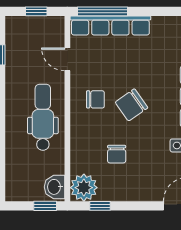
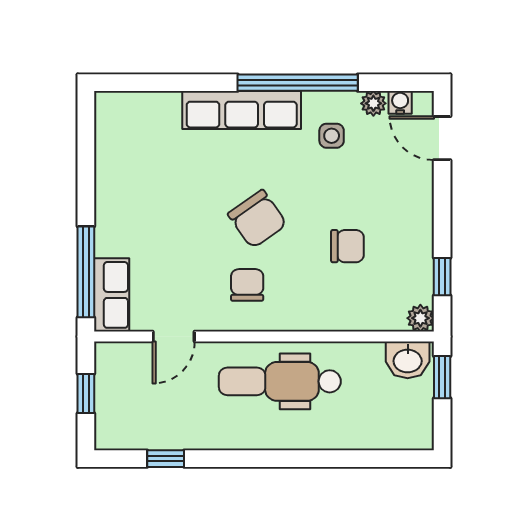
row of seats: (110, 25) -> (112, 295), width x0.50
plant: (84, 188) -> (420, 318), width x0.53, depth x0.53

